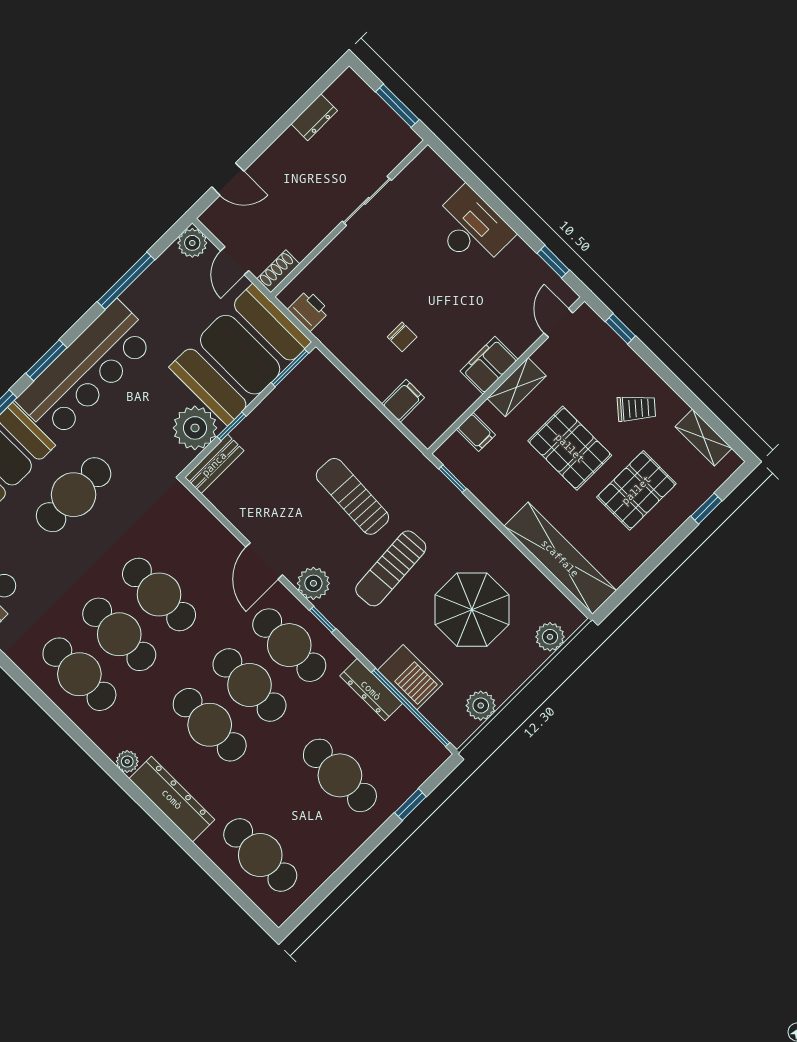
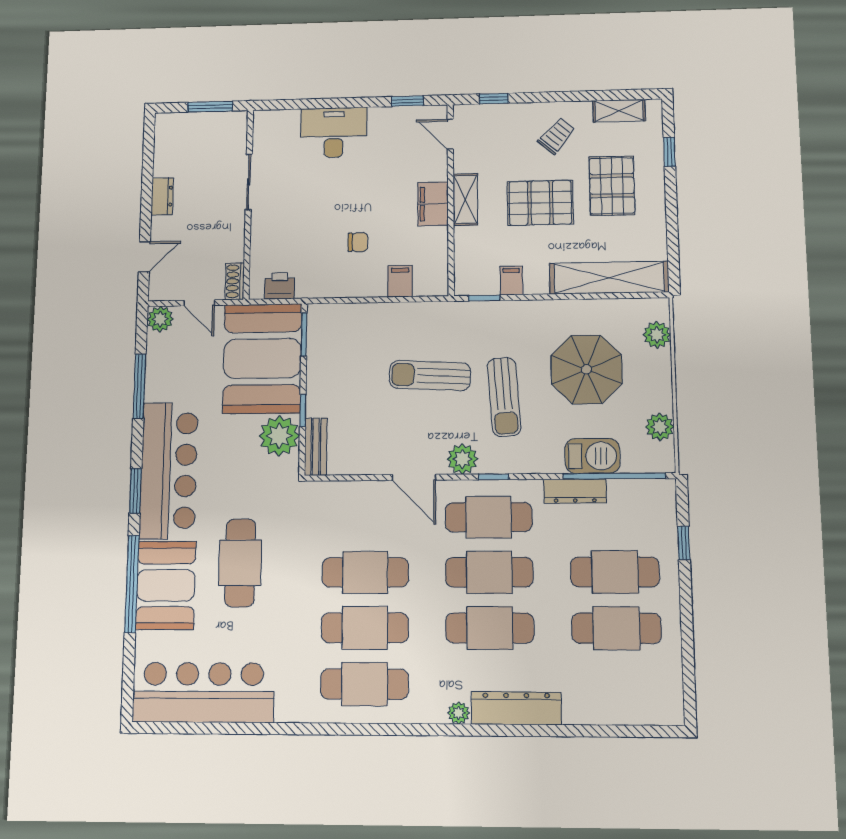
dresser: (314, 117) -> (162, 196), moved
filing cabinet: (476, 432) -> (511, 281), moved, turned -90
cafe table: (260, 855) -> (616, 628), moved

